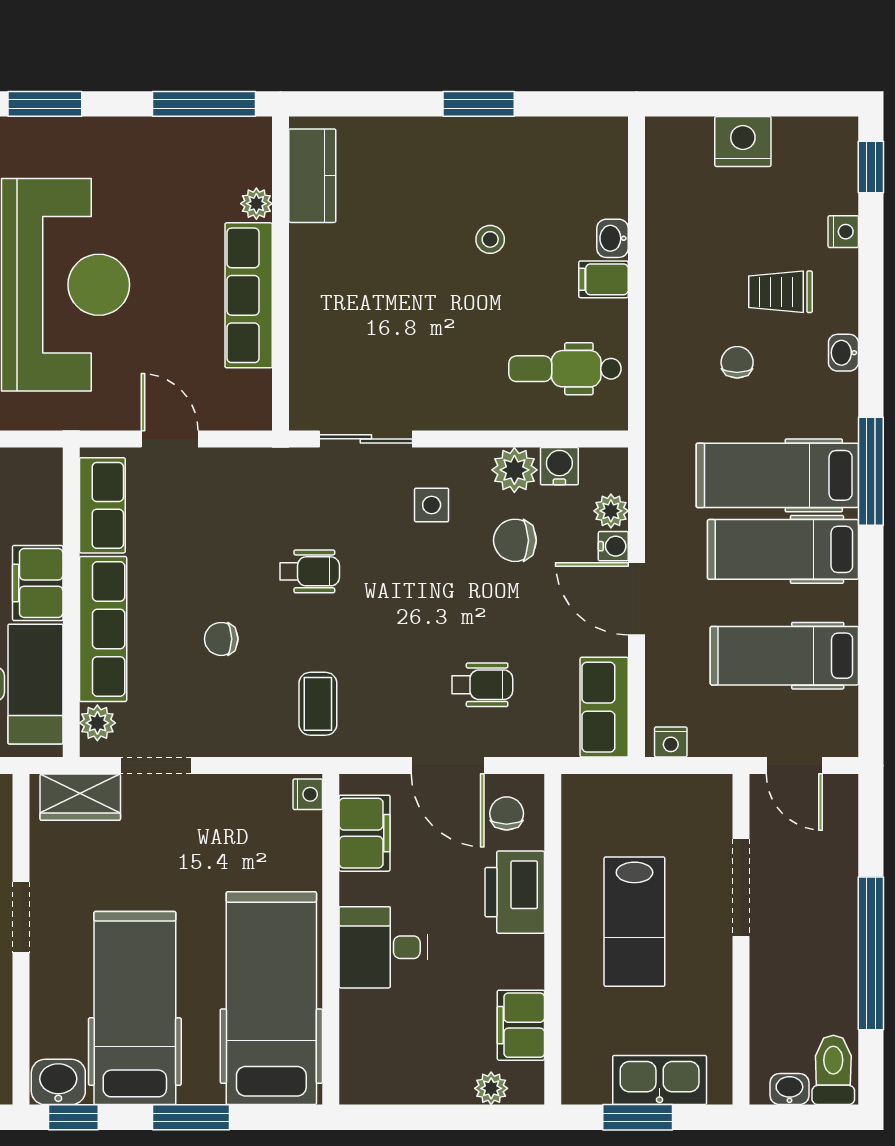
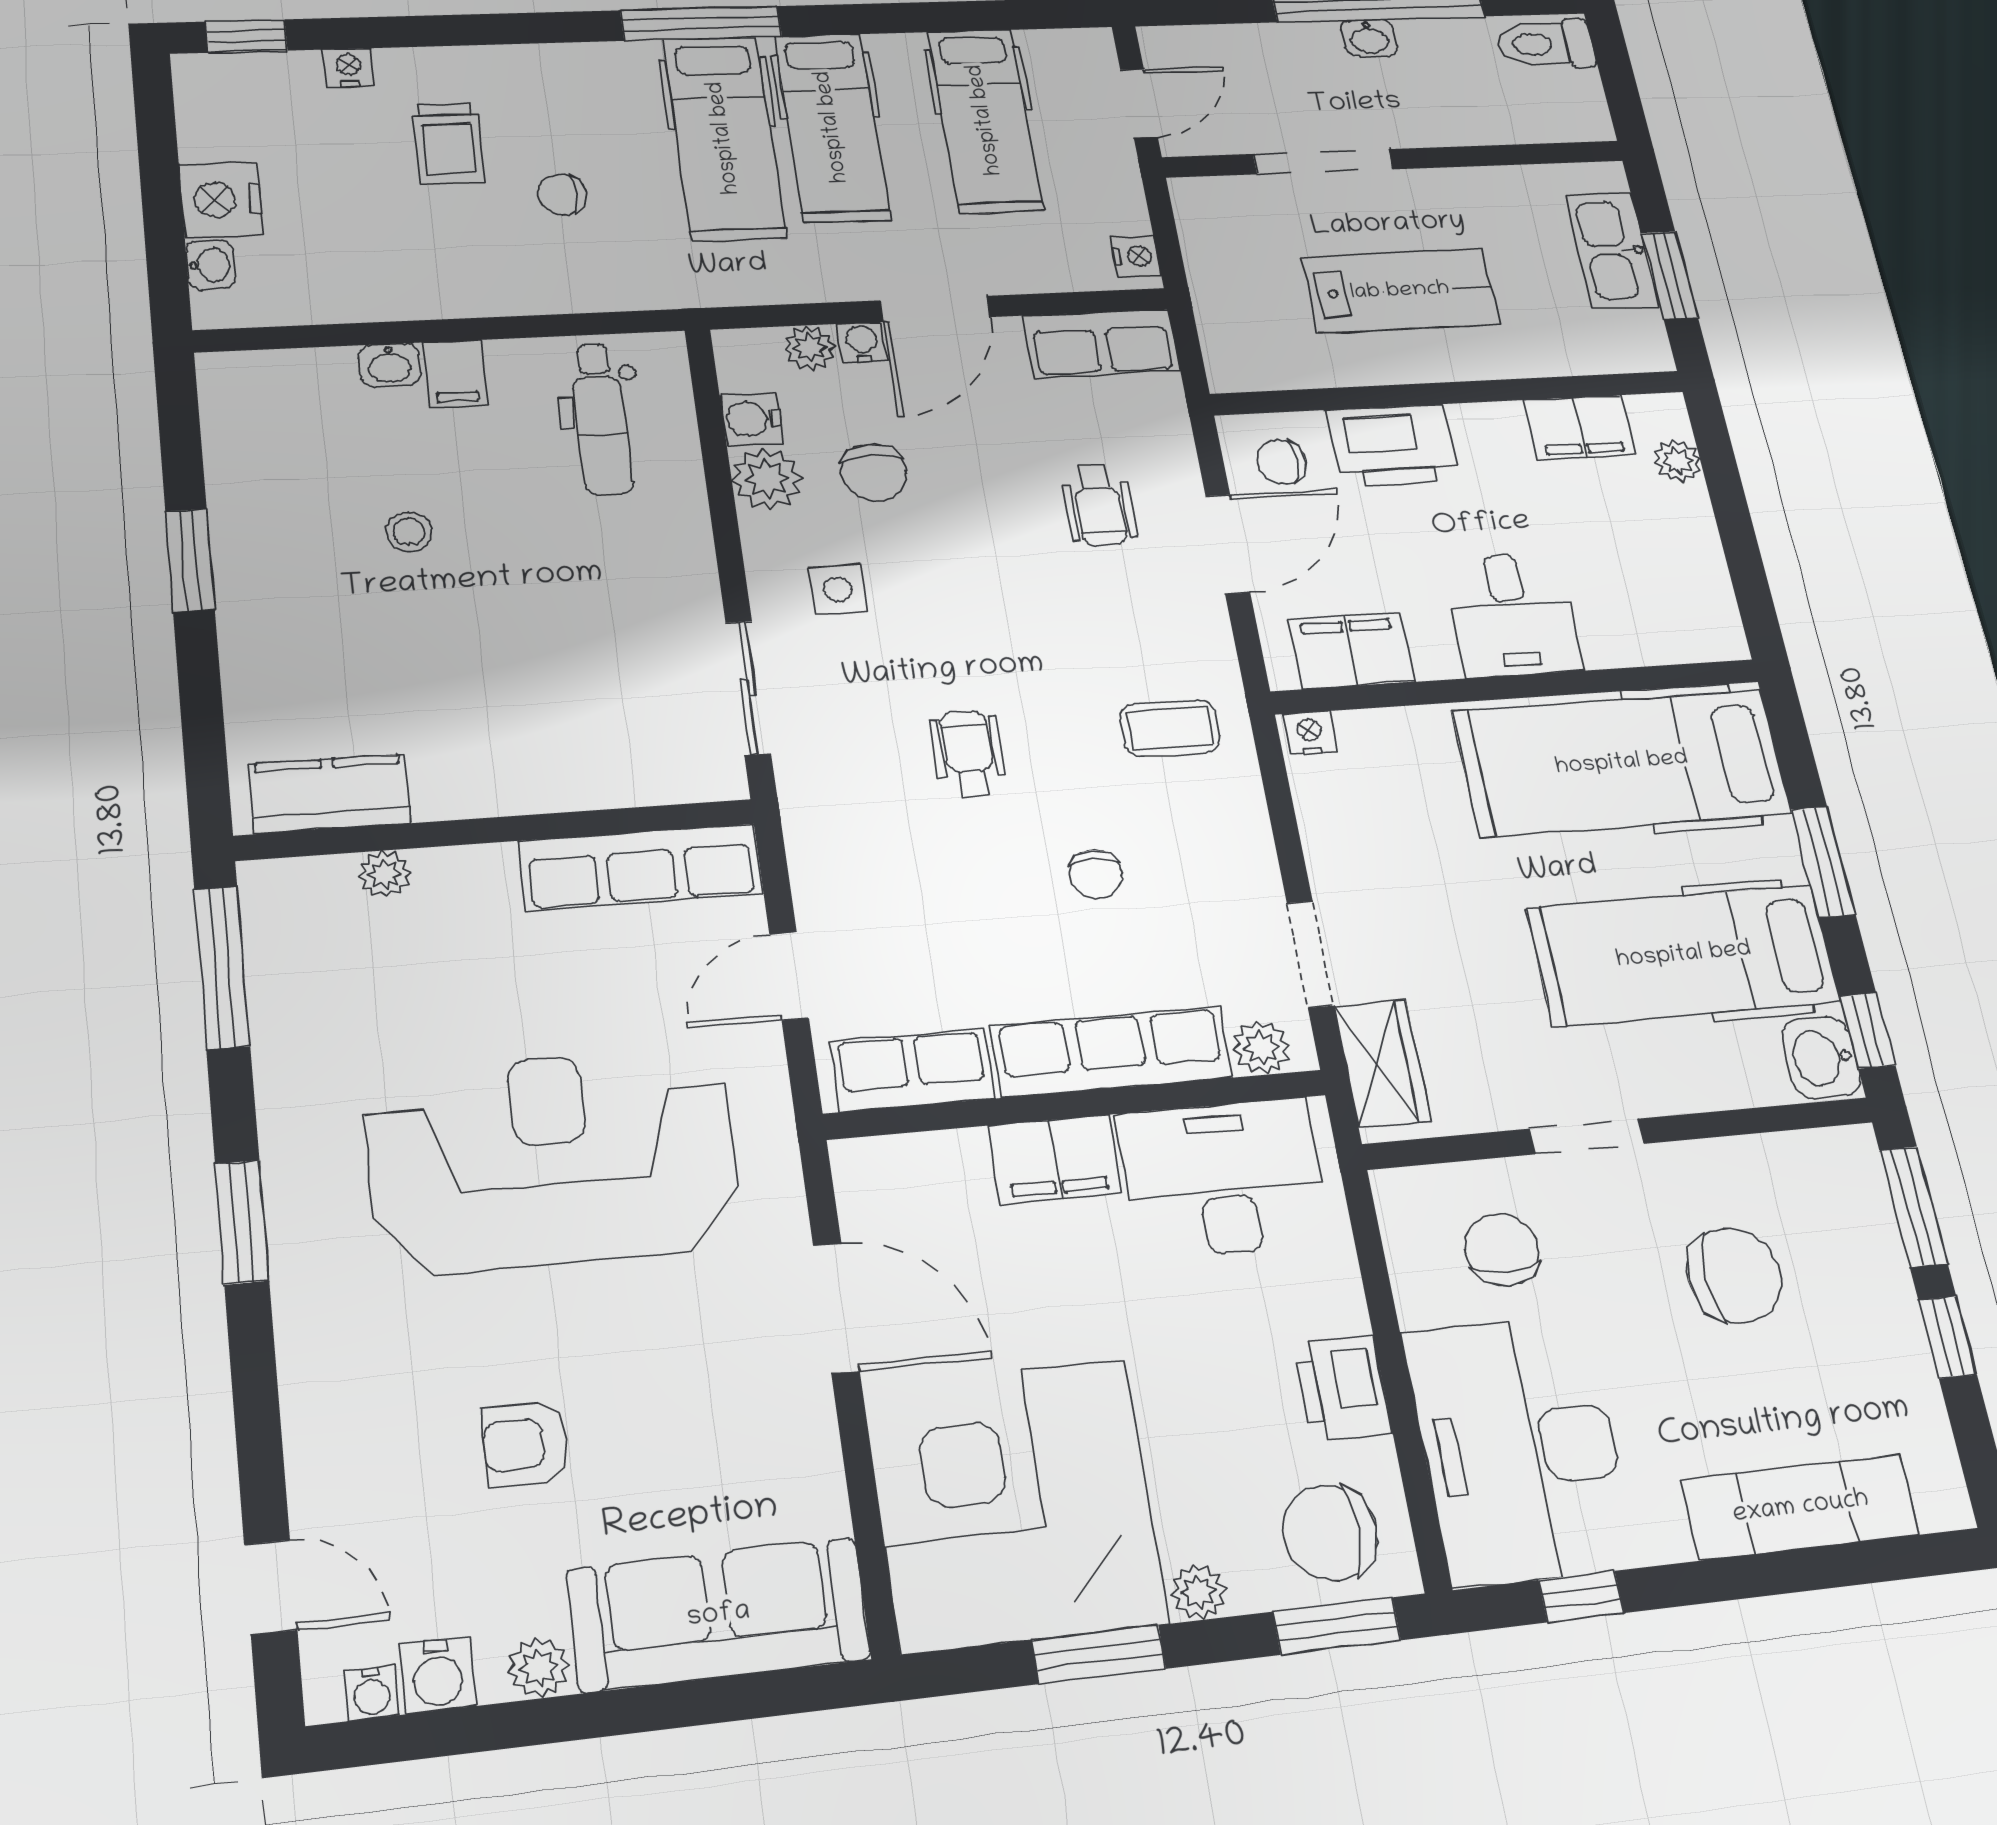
row of seats: (249, 295) -> (641, 867), moved
washbasin: (843, 353) -> (211, 265), moved, turned -90
wheelchair: (482, 685) -> (1099, 505), turned 180
washbasin: (789, 1089) -> (1369, 38), moved, turned -90

